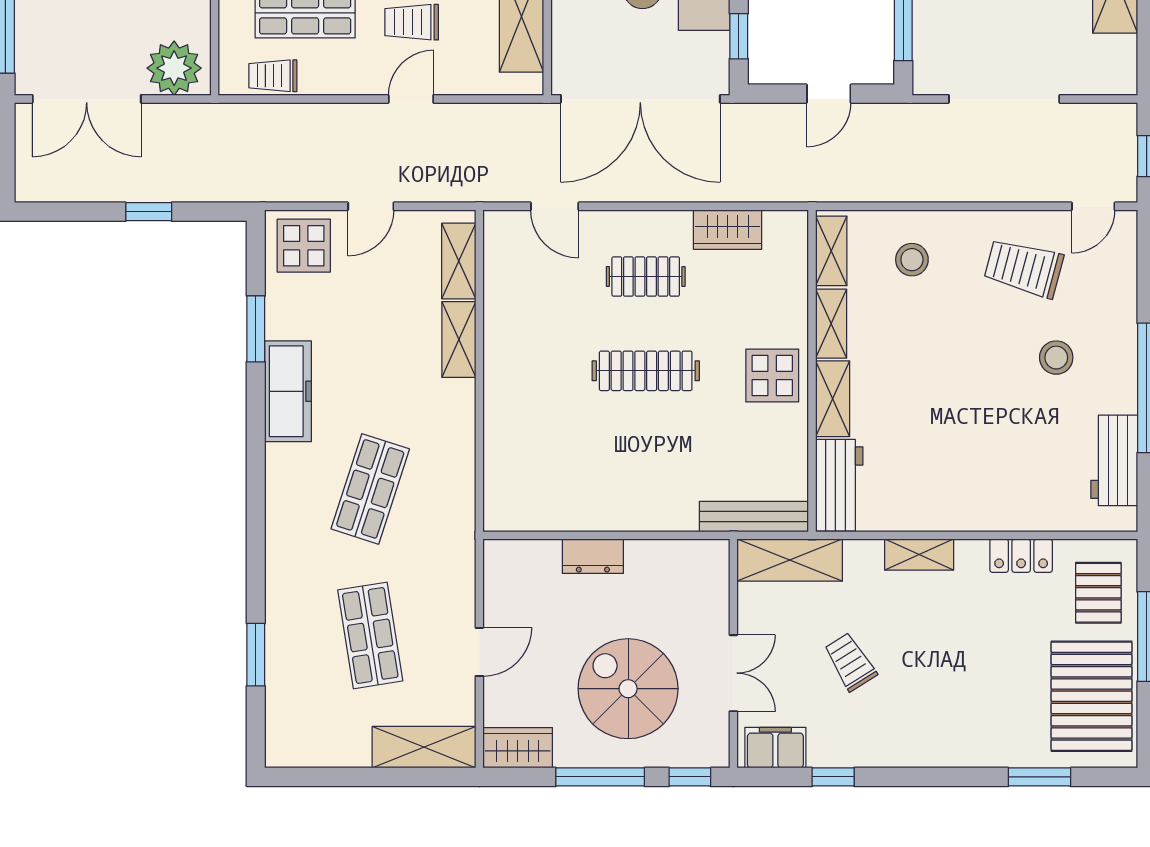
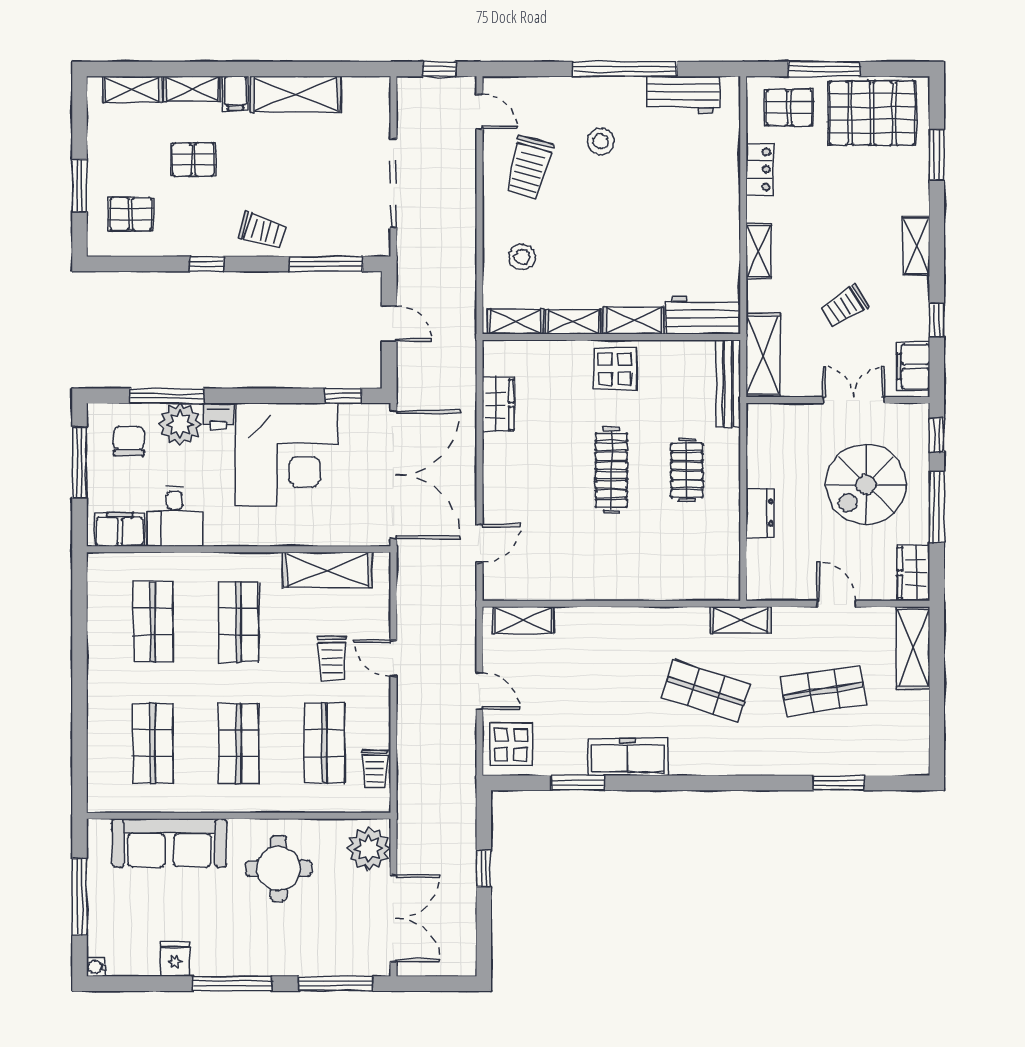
clothes rail: (646, 277) -> (687, 470), moved
shelving: (459, 340) -> (741, 620), moved
shelving: (926, 751) -> (916, 246), added

